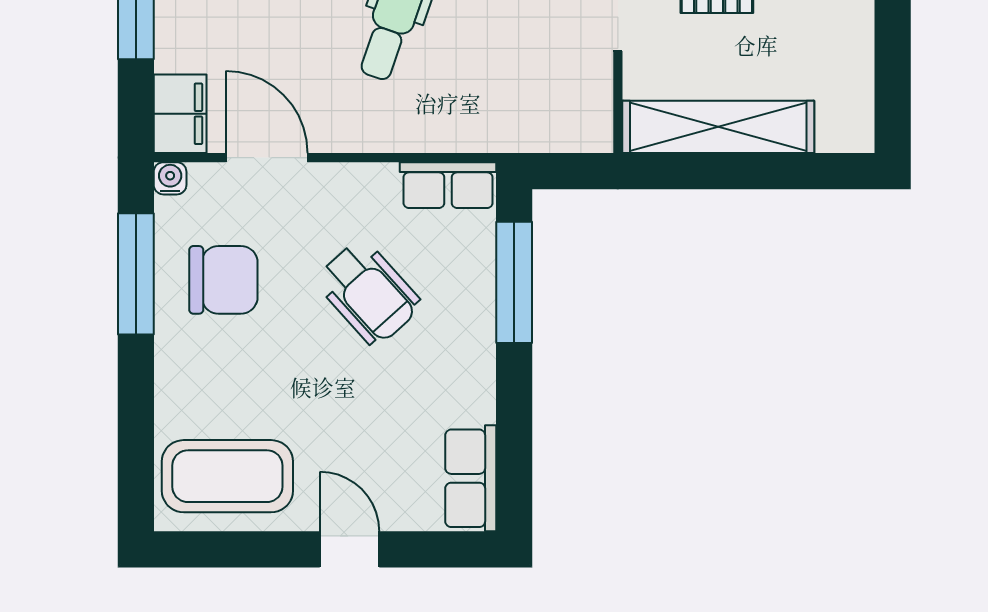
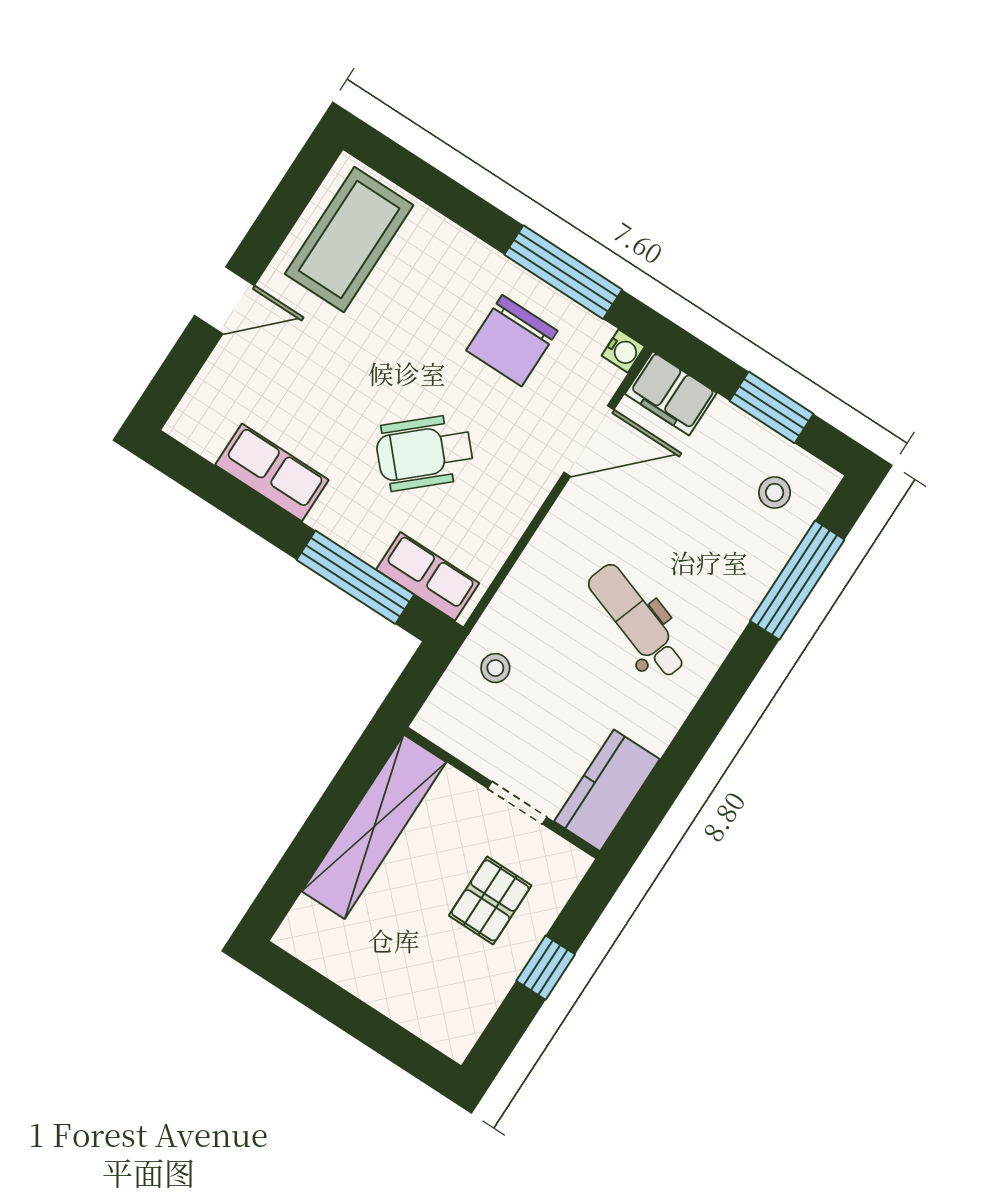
stool: (514, 111) -> (495, 668), added
row of seats: (448, 185) -> (428, 576), moved, turned 90
row of seats: (471, 478) -> (272, 472), moved

